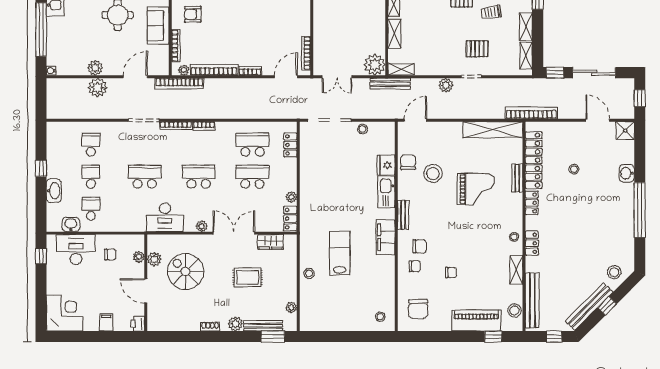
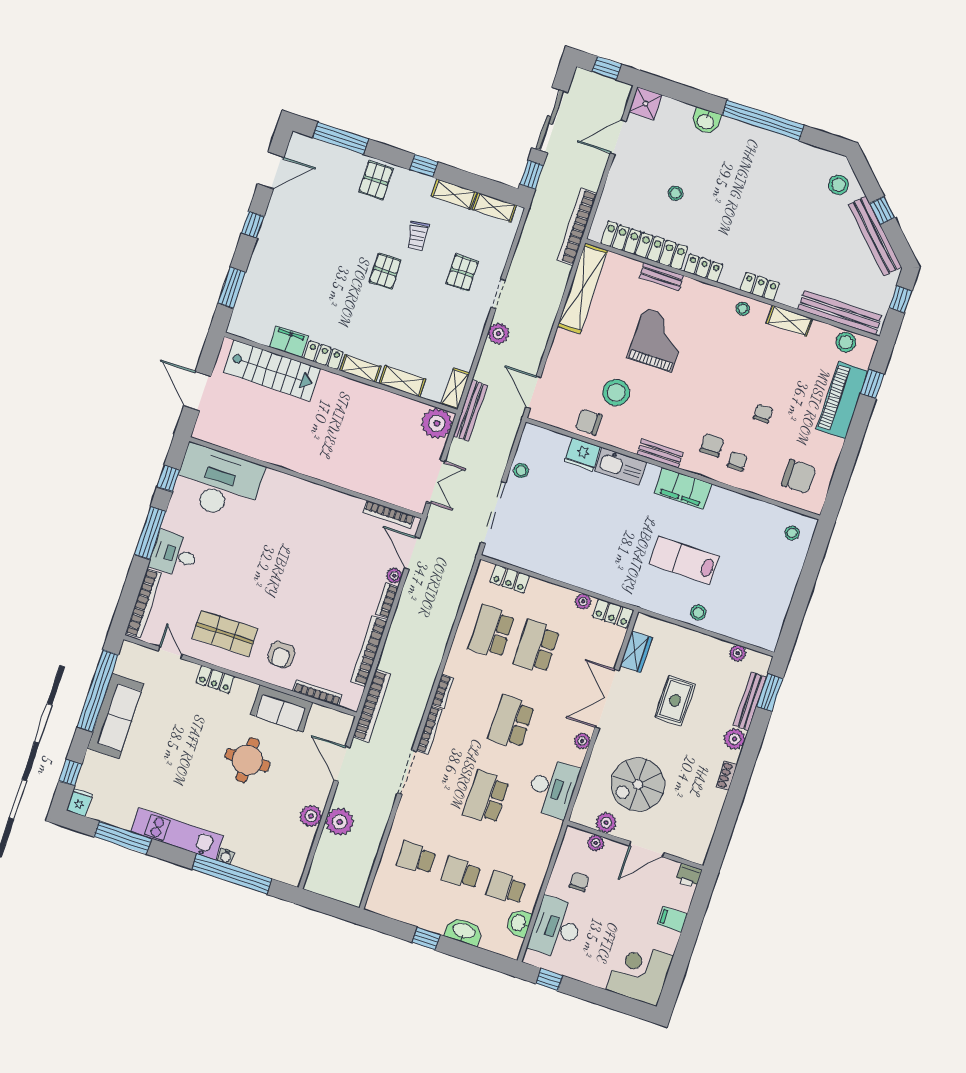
plant: (184, 70) -> (394, 576), moved
water cooler: (51, 71) -> (226, 856), moved

